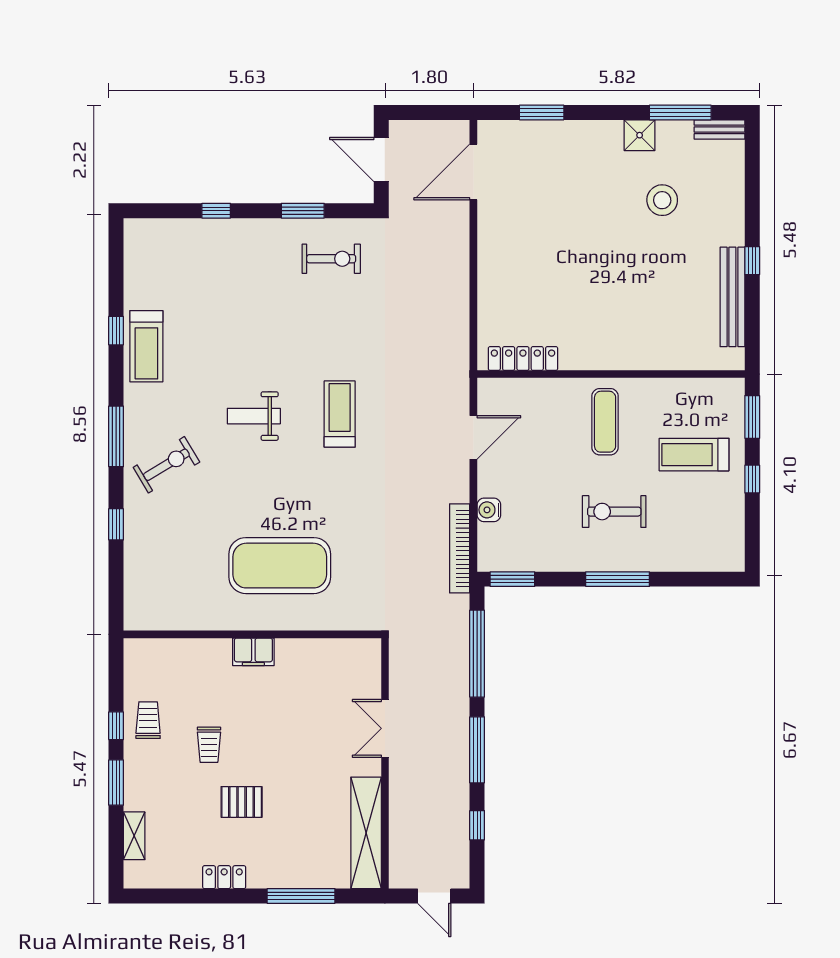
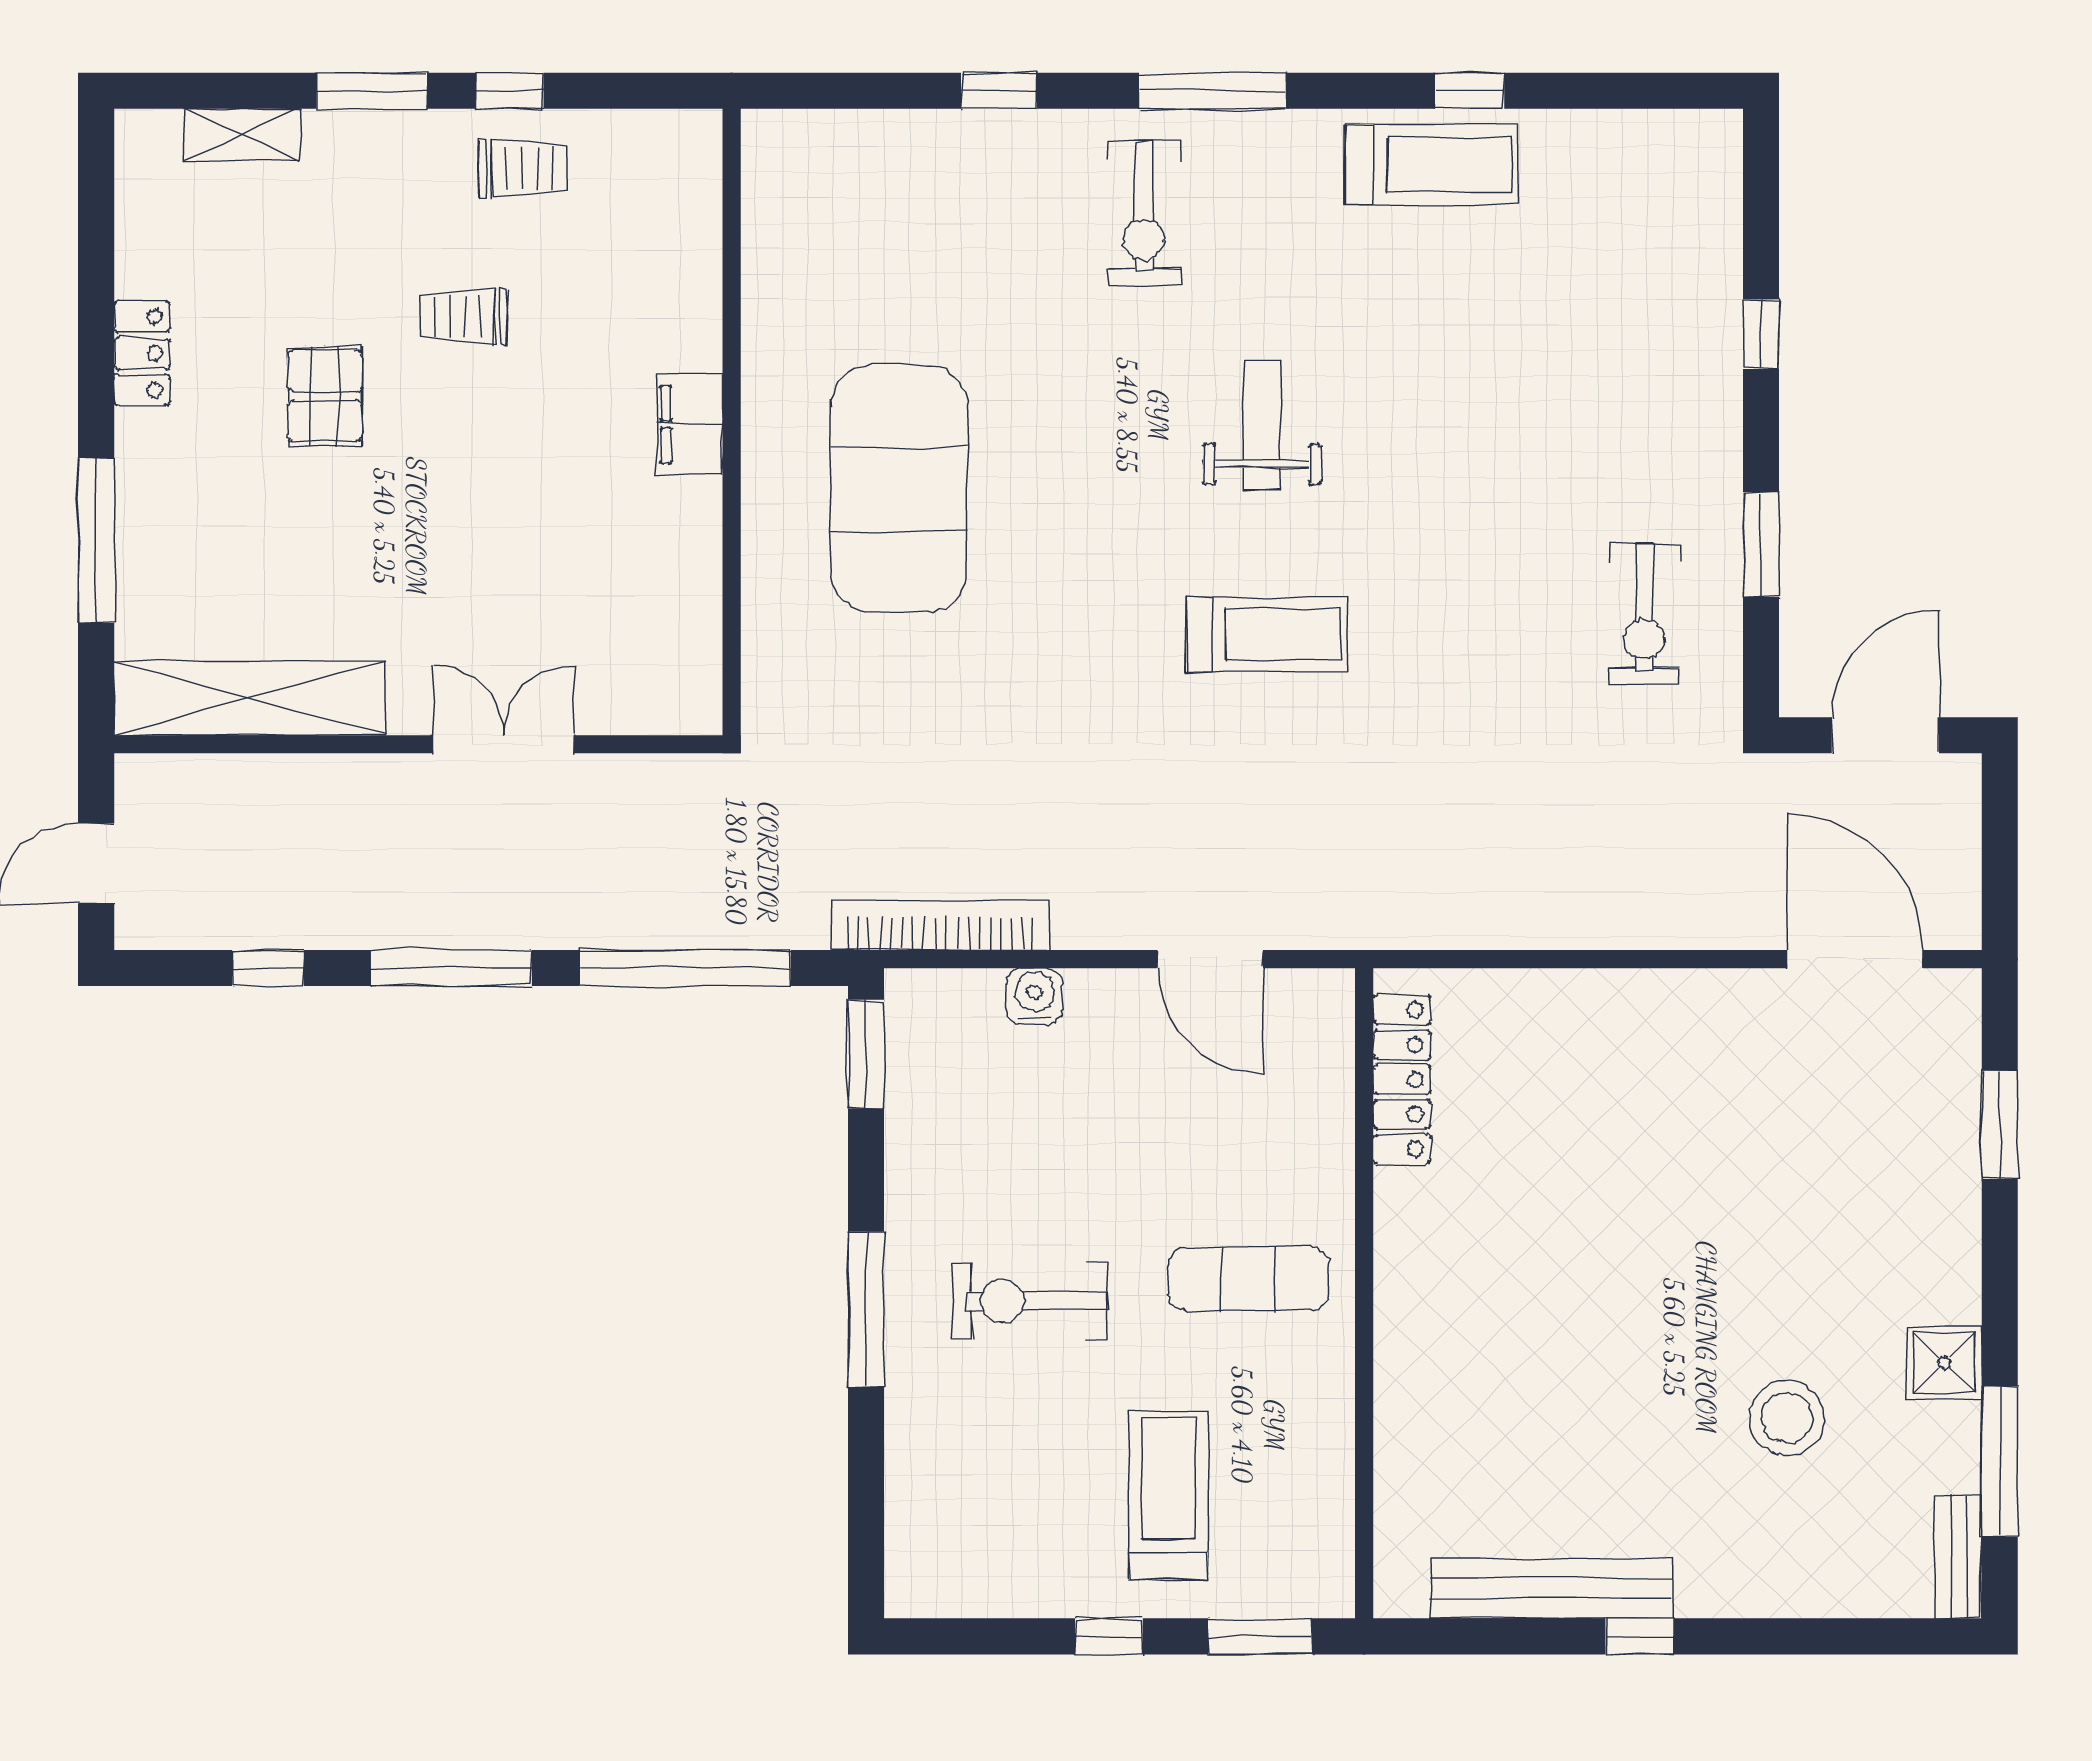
treadmill: (146, 346) -> (1432, 165), turned 180
exercise bike: (166, 465) -> (1144, 213), turned 31
exercise bike: (614, 512) -> (1030, 1301), turned -90

